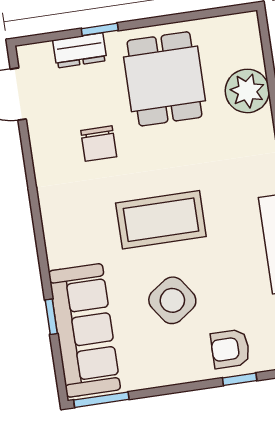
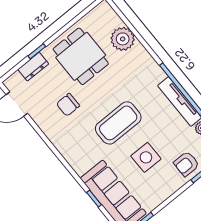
chair: (99, 144) -> (68, 105), turned 90
side table: (172, 300) -> (146, 157), turned 35

